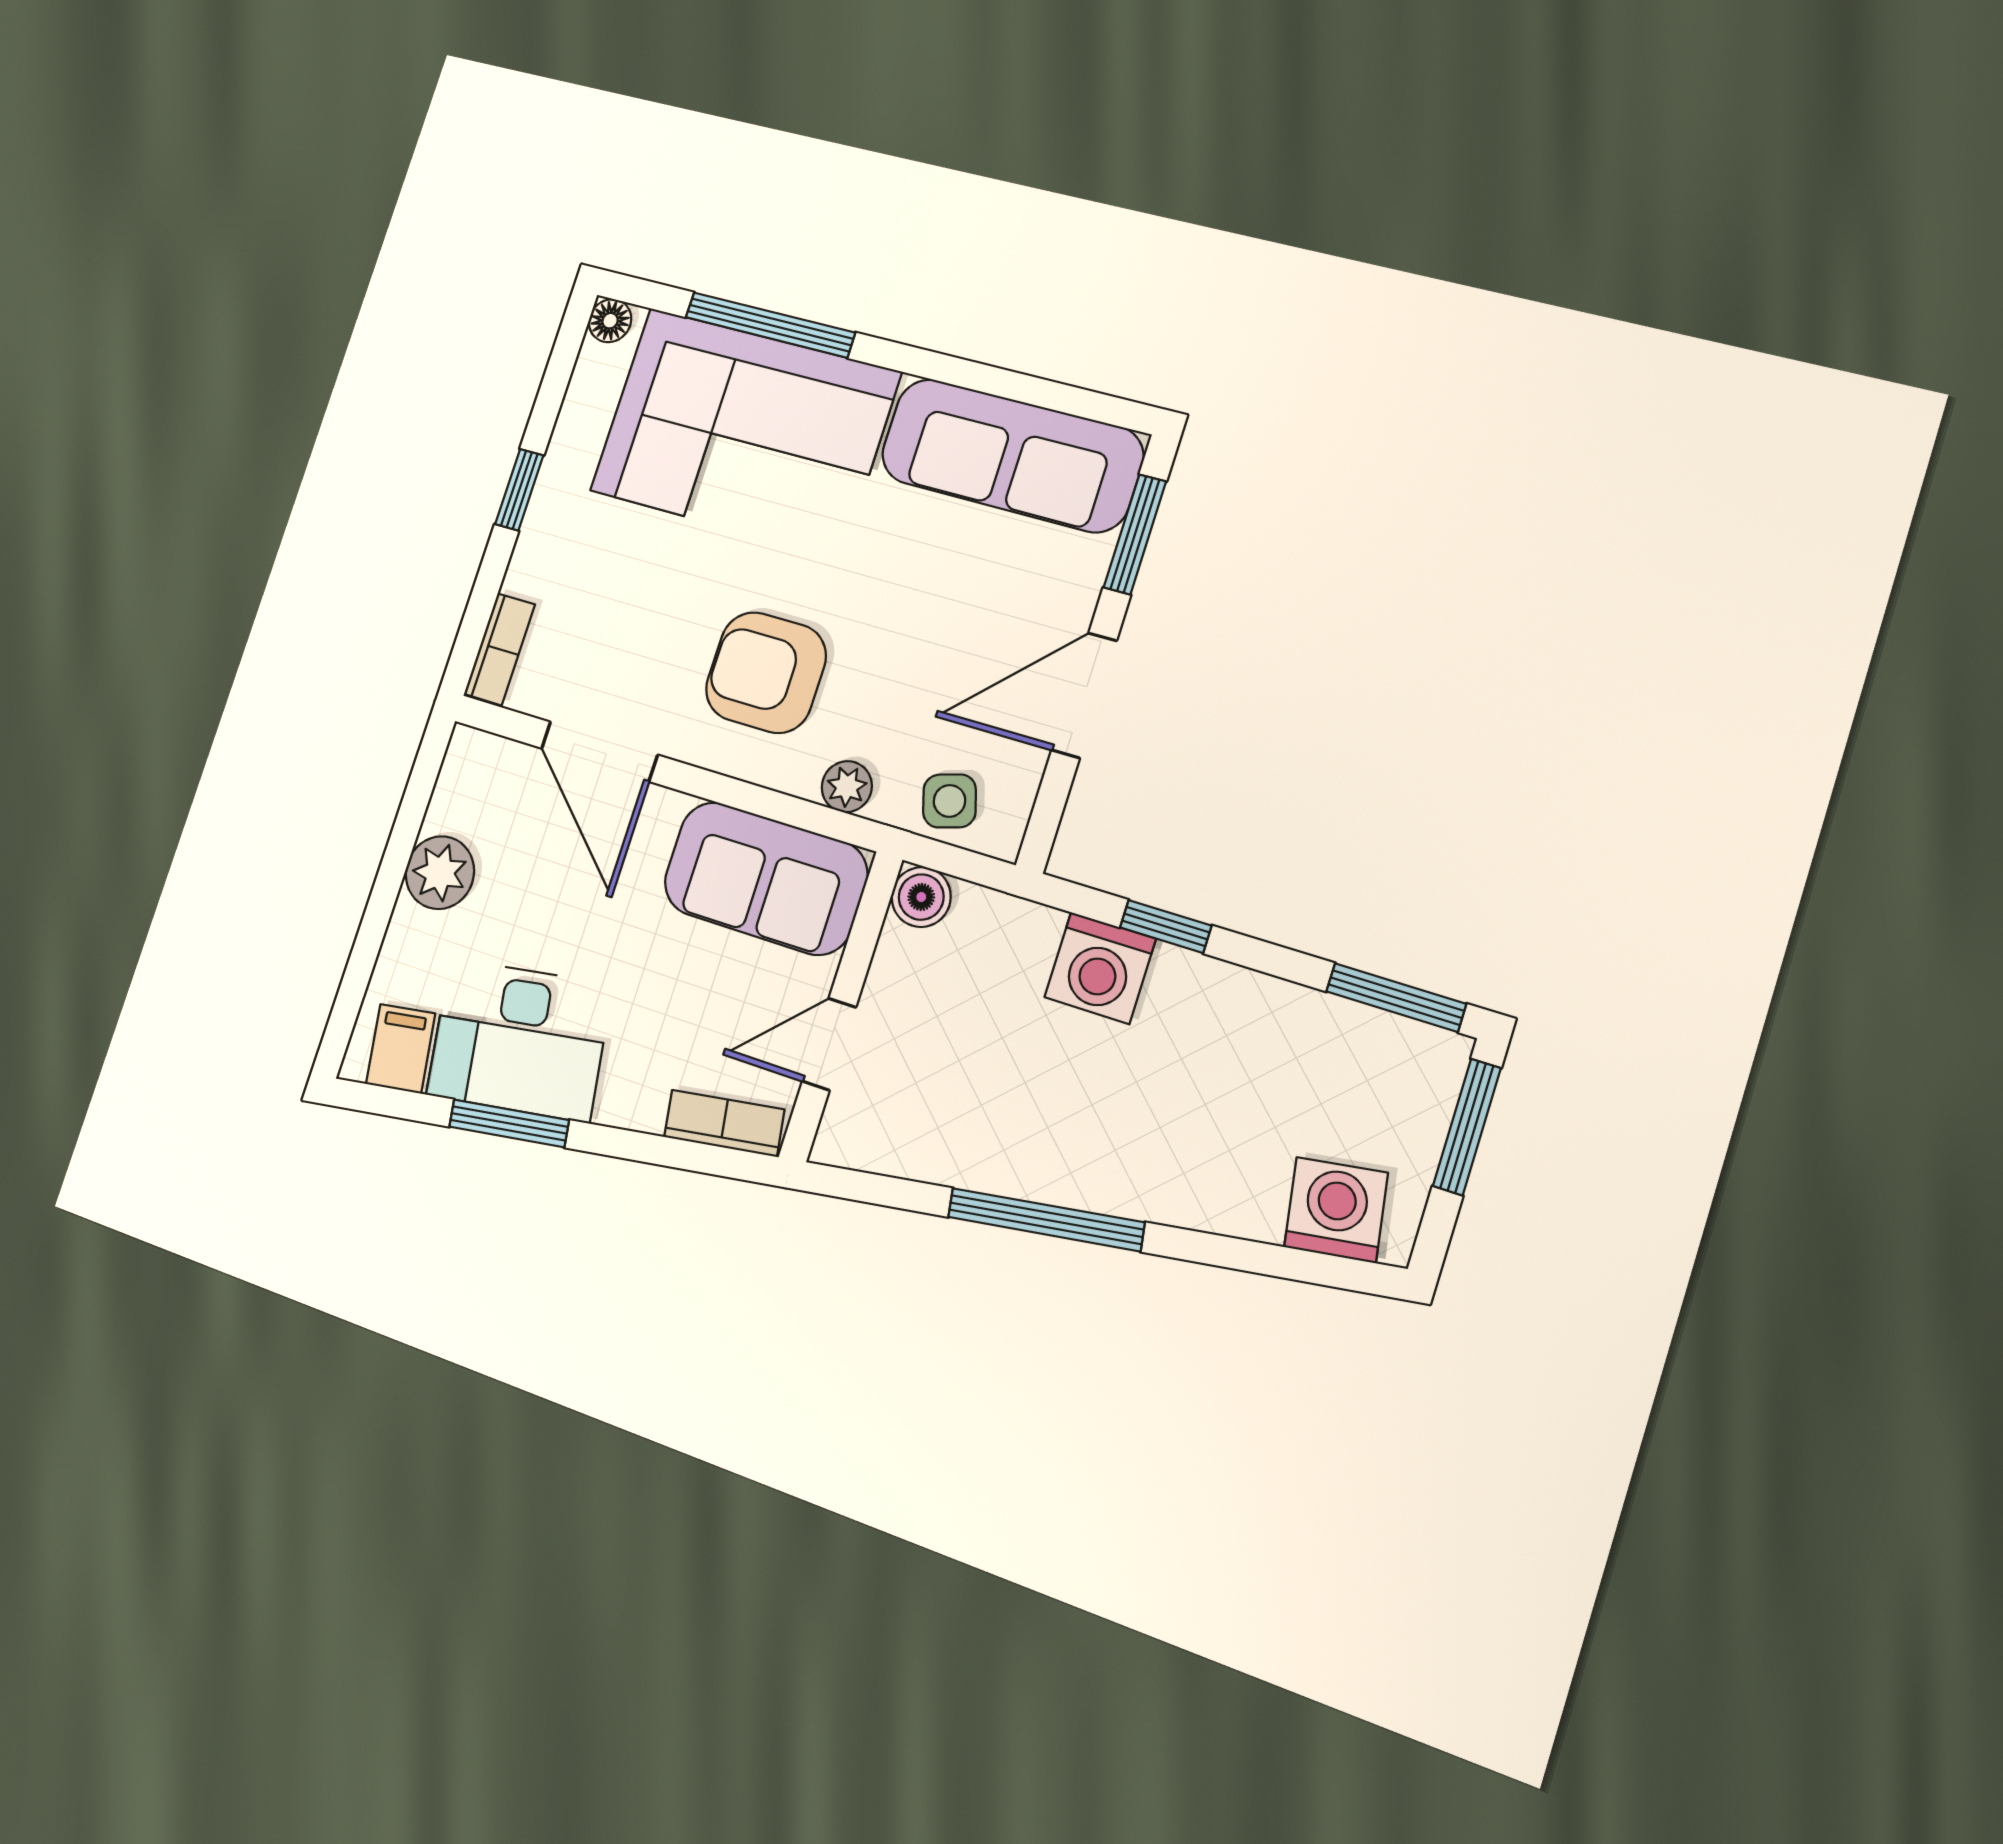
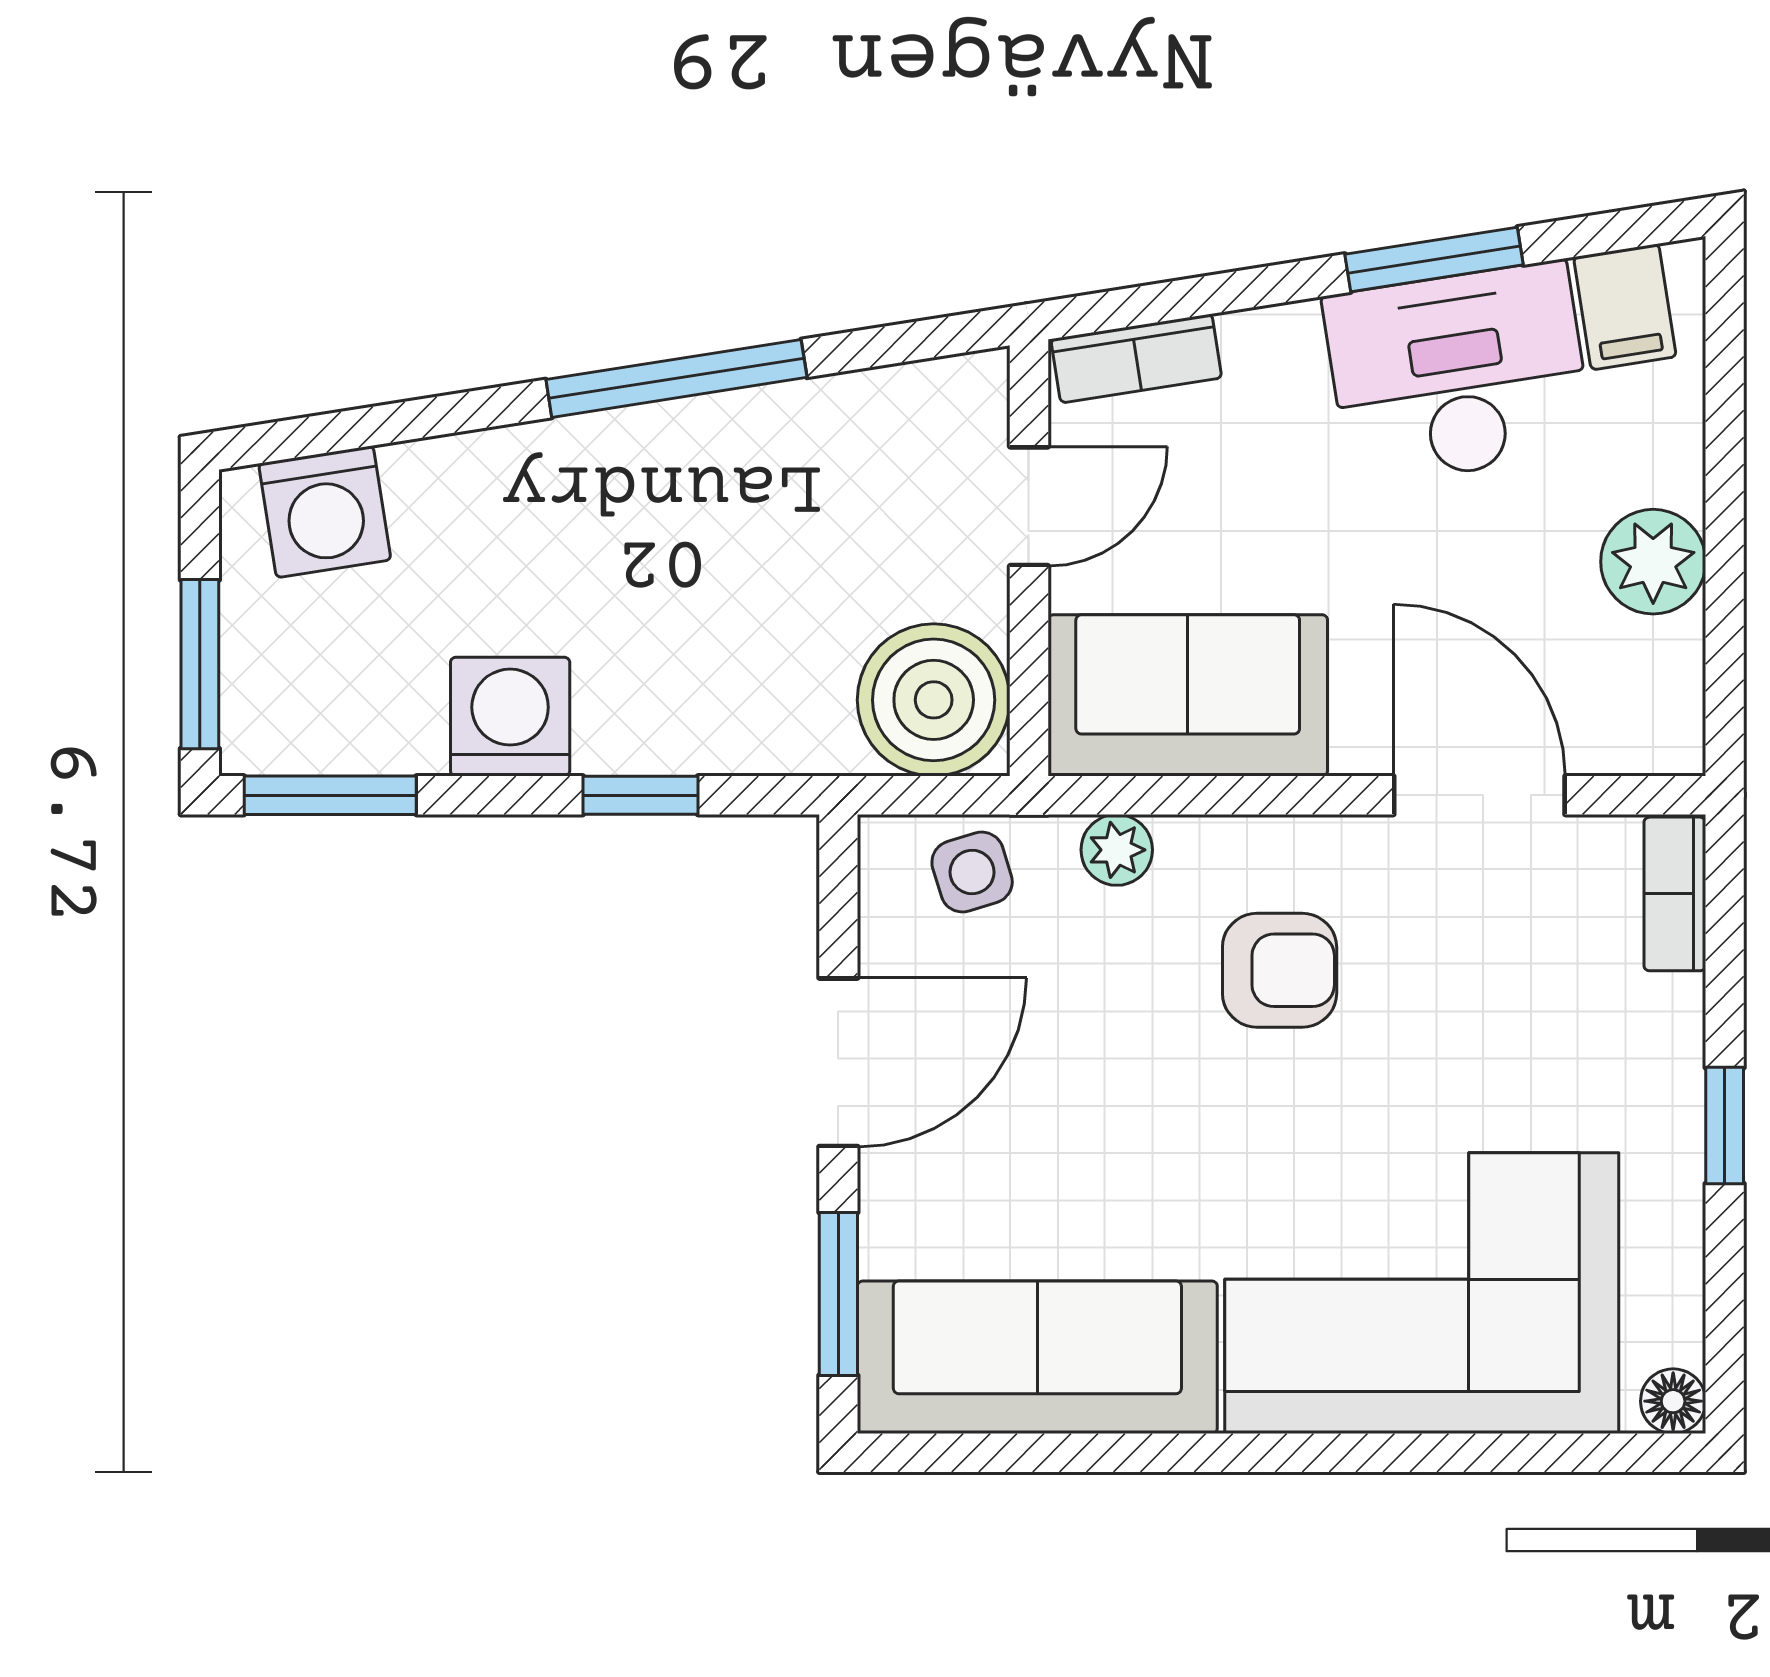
window: (770, 325) -> (1436, 1453), removed
armchair: (766, 673) -> (1280, 970), width x0.72, depth x0.72
boiler: (921, 897) -> (934, 700), width x1.86, depth x1.86
washing machine: (1100, 968) -> (510, 717), moved

